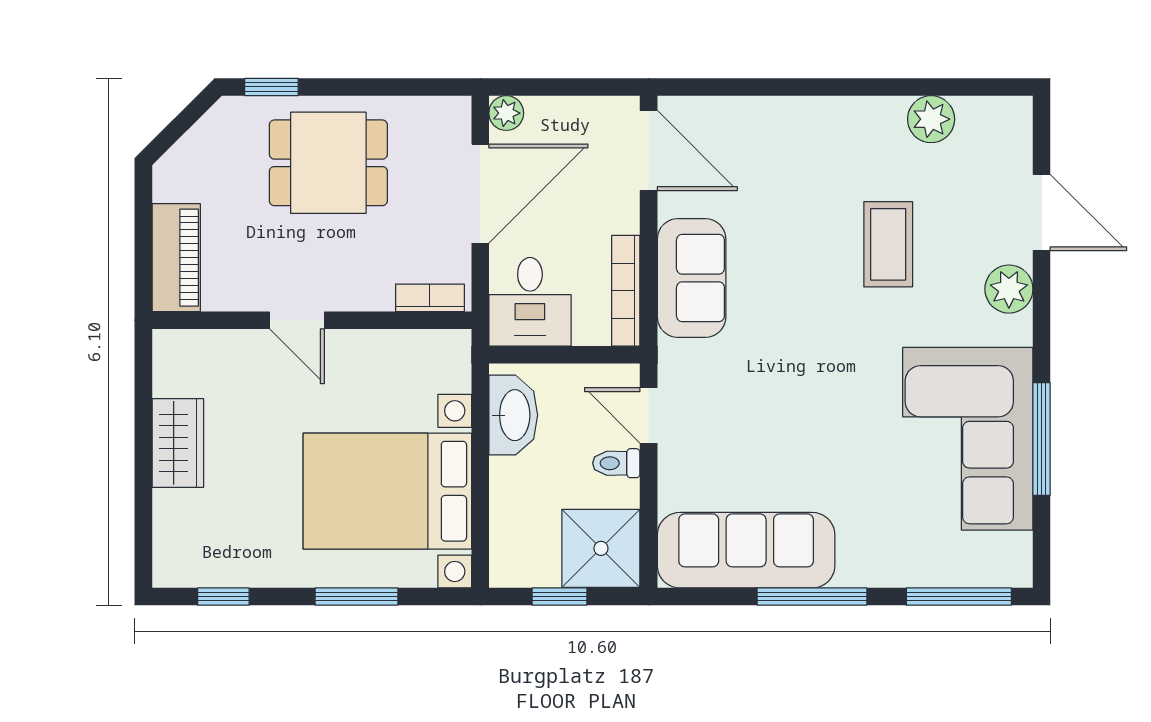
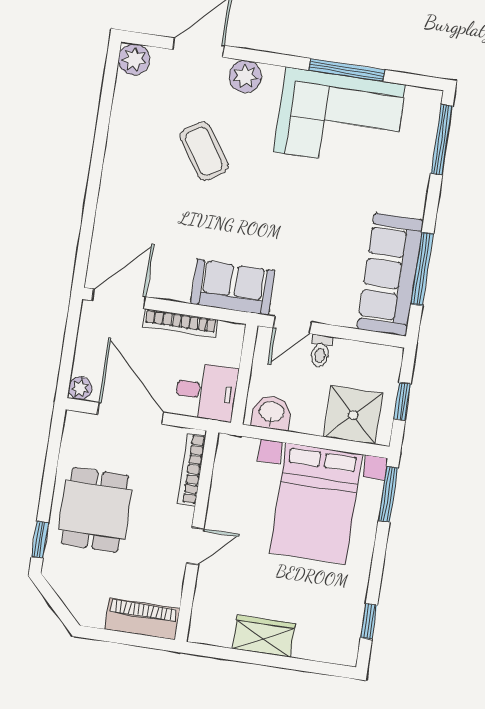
plant: (931, 119) -> (134, 59), moved
coffee table: (888, 244) -> (204, 151), turned 56
sofa: (692, 278) -> (233, 287), moved
bookcase: (626, 291) -> (181, 323), moved
bookcase: (430, 298) -> (192, 469), width x1.56
washbasin: (513, 415) -> (271, 413), width x0.72
shower: (601, 548) -> (353, 415), moved
window: (356, 597) -> (388, 494), moved
window: (812, 597) -> (422, 269), moved

